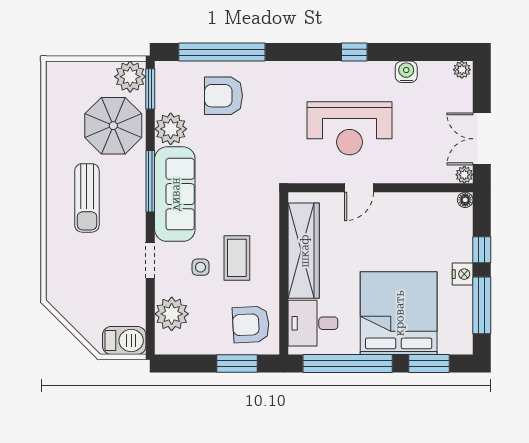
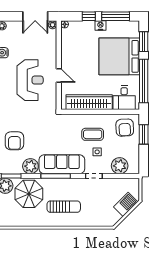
barbecue: (124, 340) -> (126, 204), moved, turned 45

